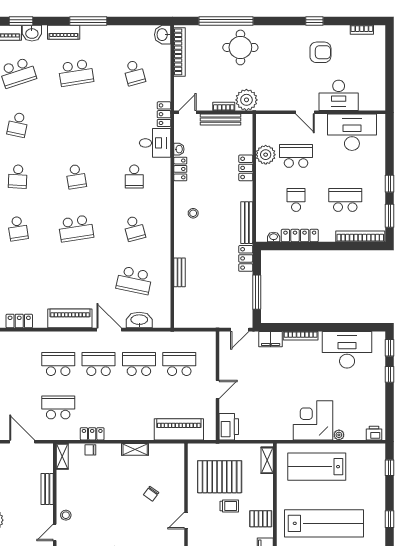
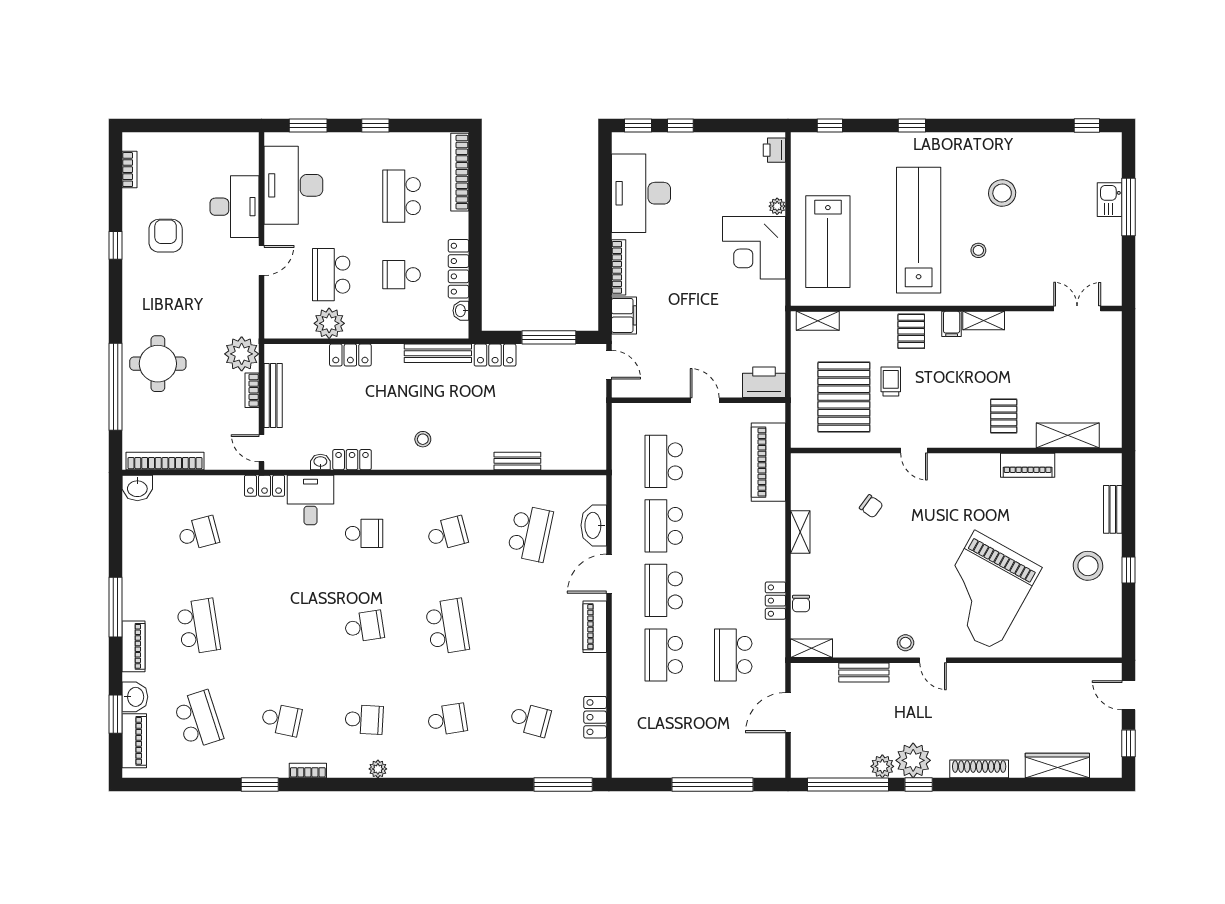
window: (389, 216) -> (308, 125), moved
school desk: (18, 280) -> (530, 720), added
piano: (70, 318) -> (595, 627), width x0.73, depth x0.75

